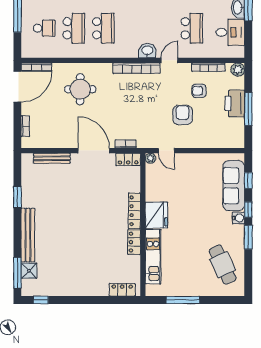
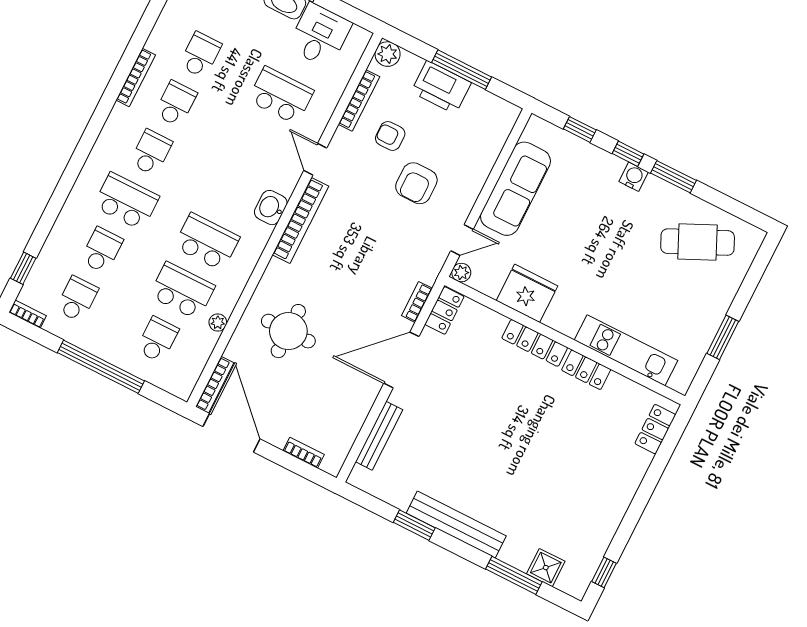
washbasin: (147, 51) -> (271, 208), moved
plant: (67, 53) -> (218, 322), added
armchair: (199, 91) -> (390, 136), turned 90
armchair: (183, 115) -> (416, 183), turned -90
sofa: (234, 186) -> (515, 189), moved, turned -90
fridge: (156, 215) -> (527, 293), moved
bench: (28, 235) -> (456, 525), moved
window: (17, 273) -> (514, 575), moved
window: (183, 300) -> (723, 337), width x0.69

